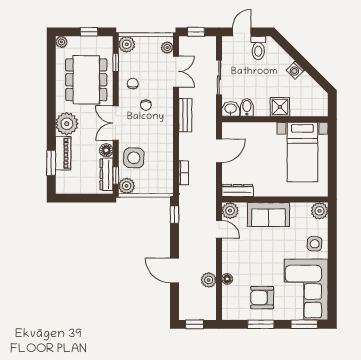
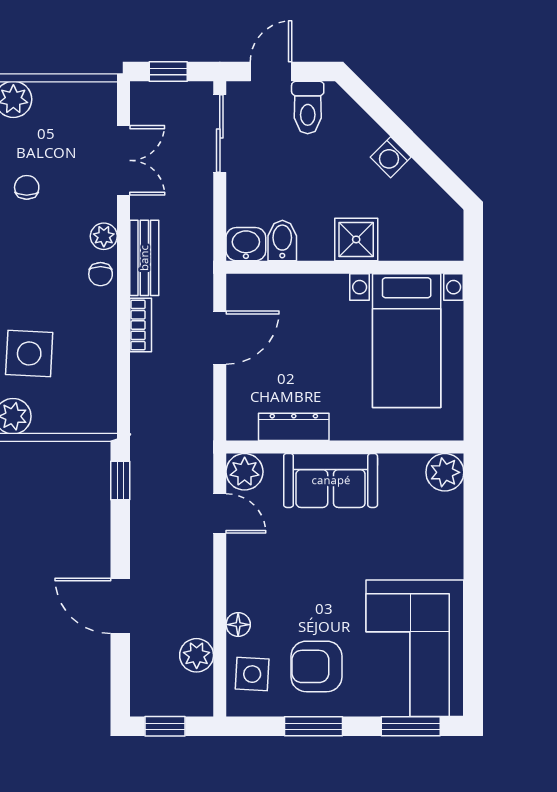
plant: (167, 47) -> (104, 236), moved
sliding door: (219, 78) -> (220, 134), moved
chair: (146, 105) -> (101, 274), moved
bookcase: (184, 173) -> (141, 325), moved
dresser: (238, 191) -> (294, 427), moved
side table: (315, 244) -> (252, 674), moved
plant: (209, 280) -> (197, 655), moved

